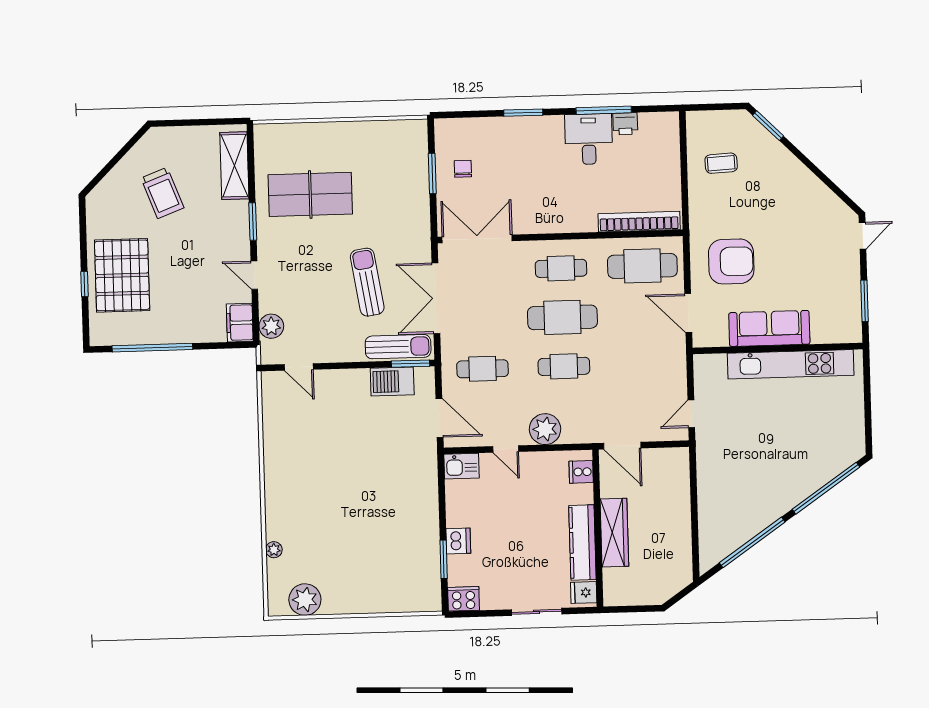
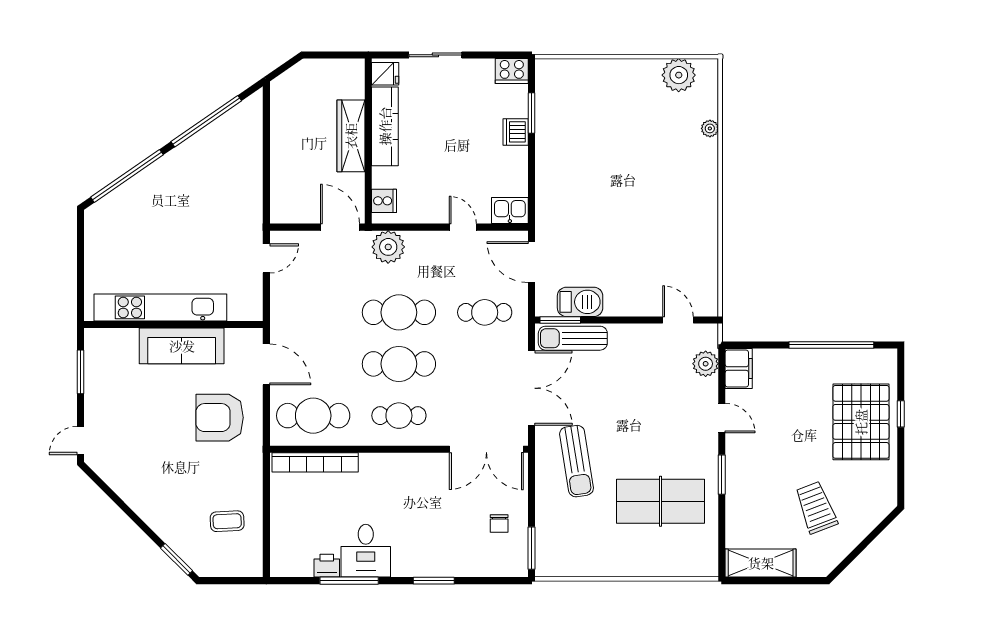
shelving: (234, 166) -> (761, 563), moved, turned 90
window: (432, 174) -> (531, 548), moved
sun lounger: (367, 282) -> (577, 461), moved
cafe table: (564, 366) -> (399, 312), width x1.37, depth x1.35
plant: (545, 429) -> (388, 247), moved

